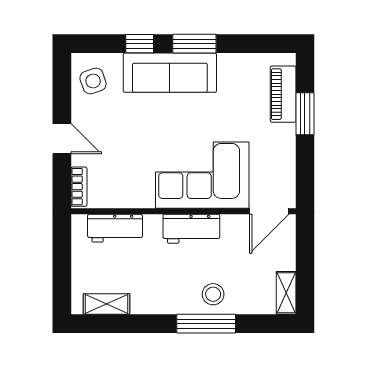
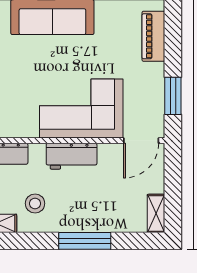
window: (305, 114) -> (173, 96), moved
stool: (213, 294) -> (35, 203), moved

